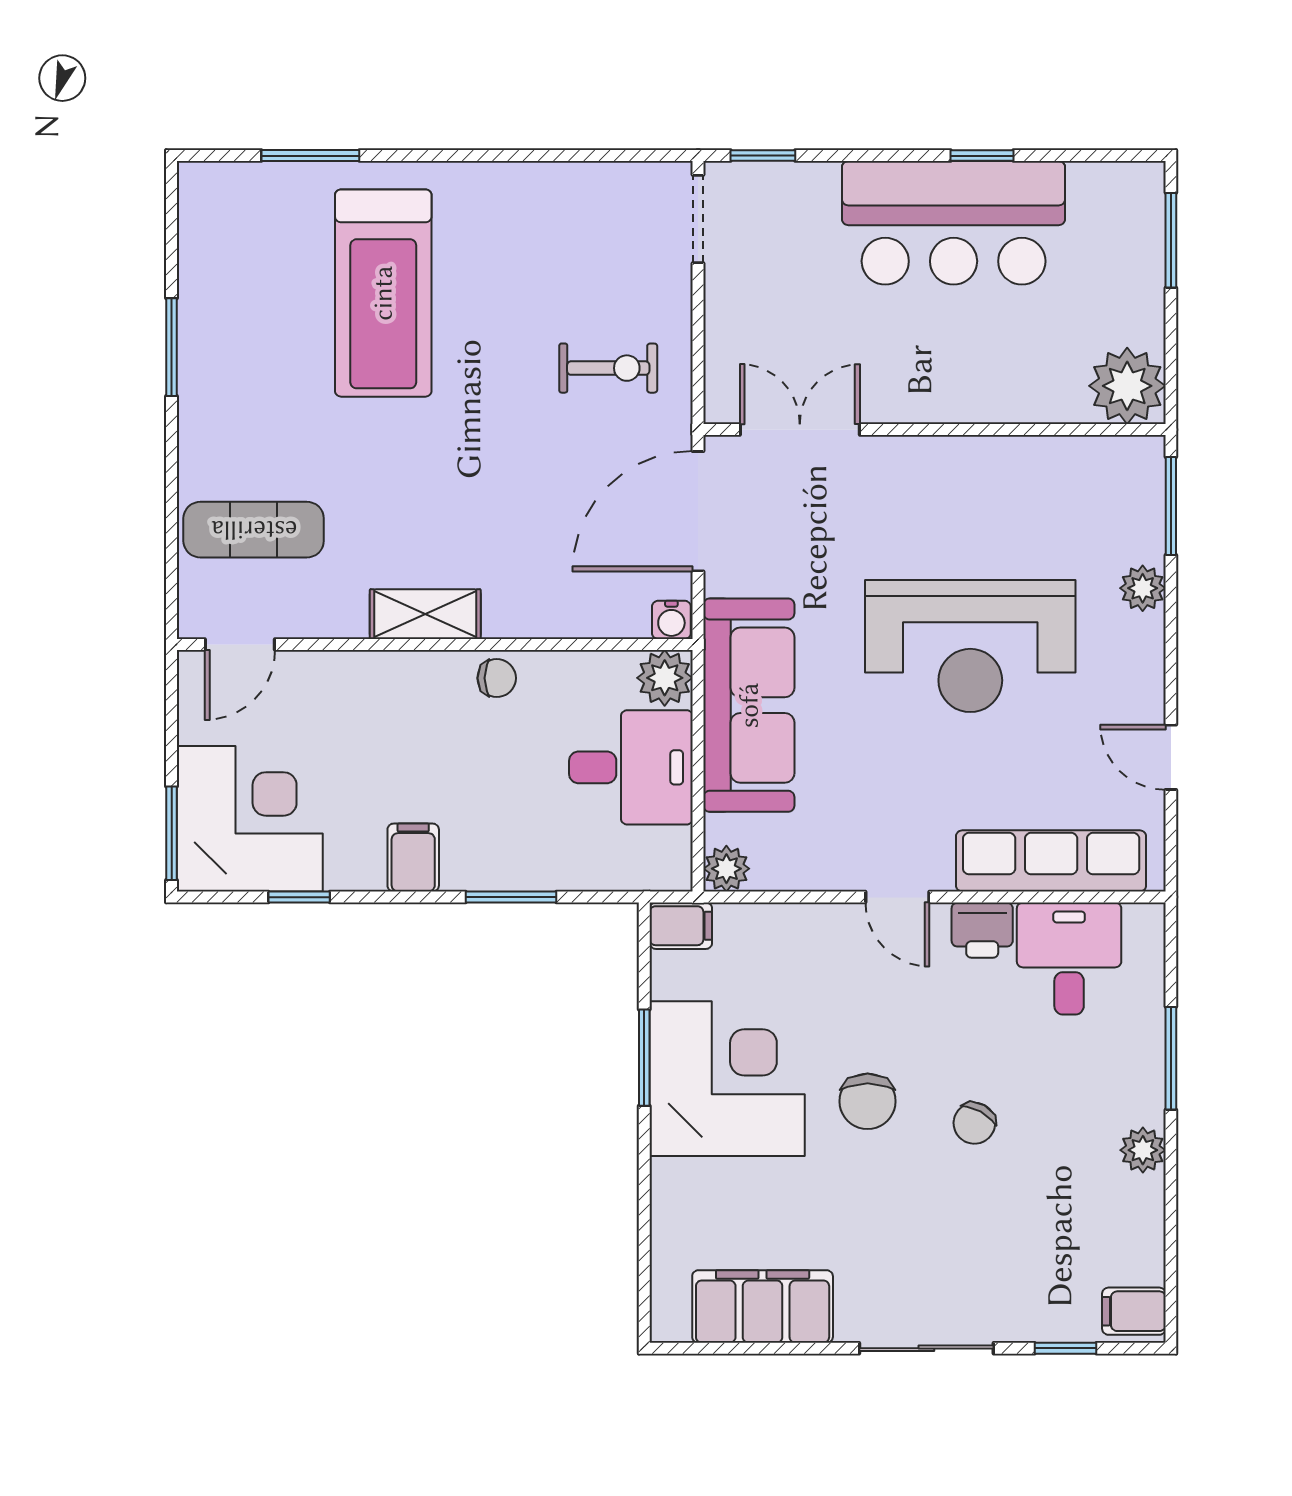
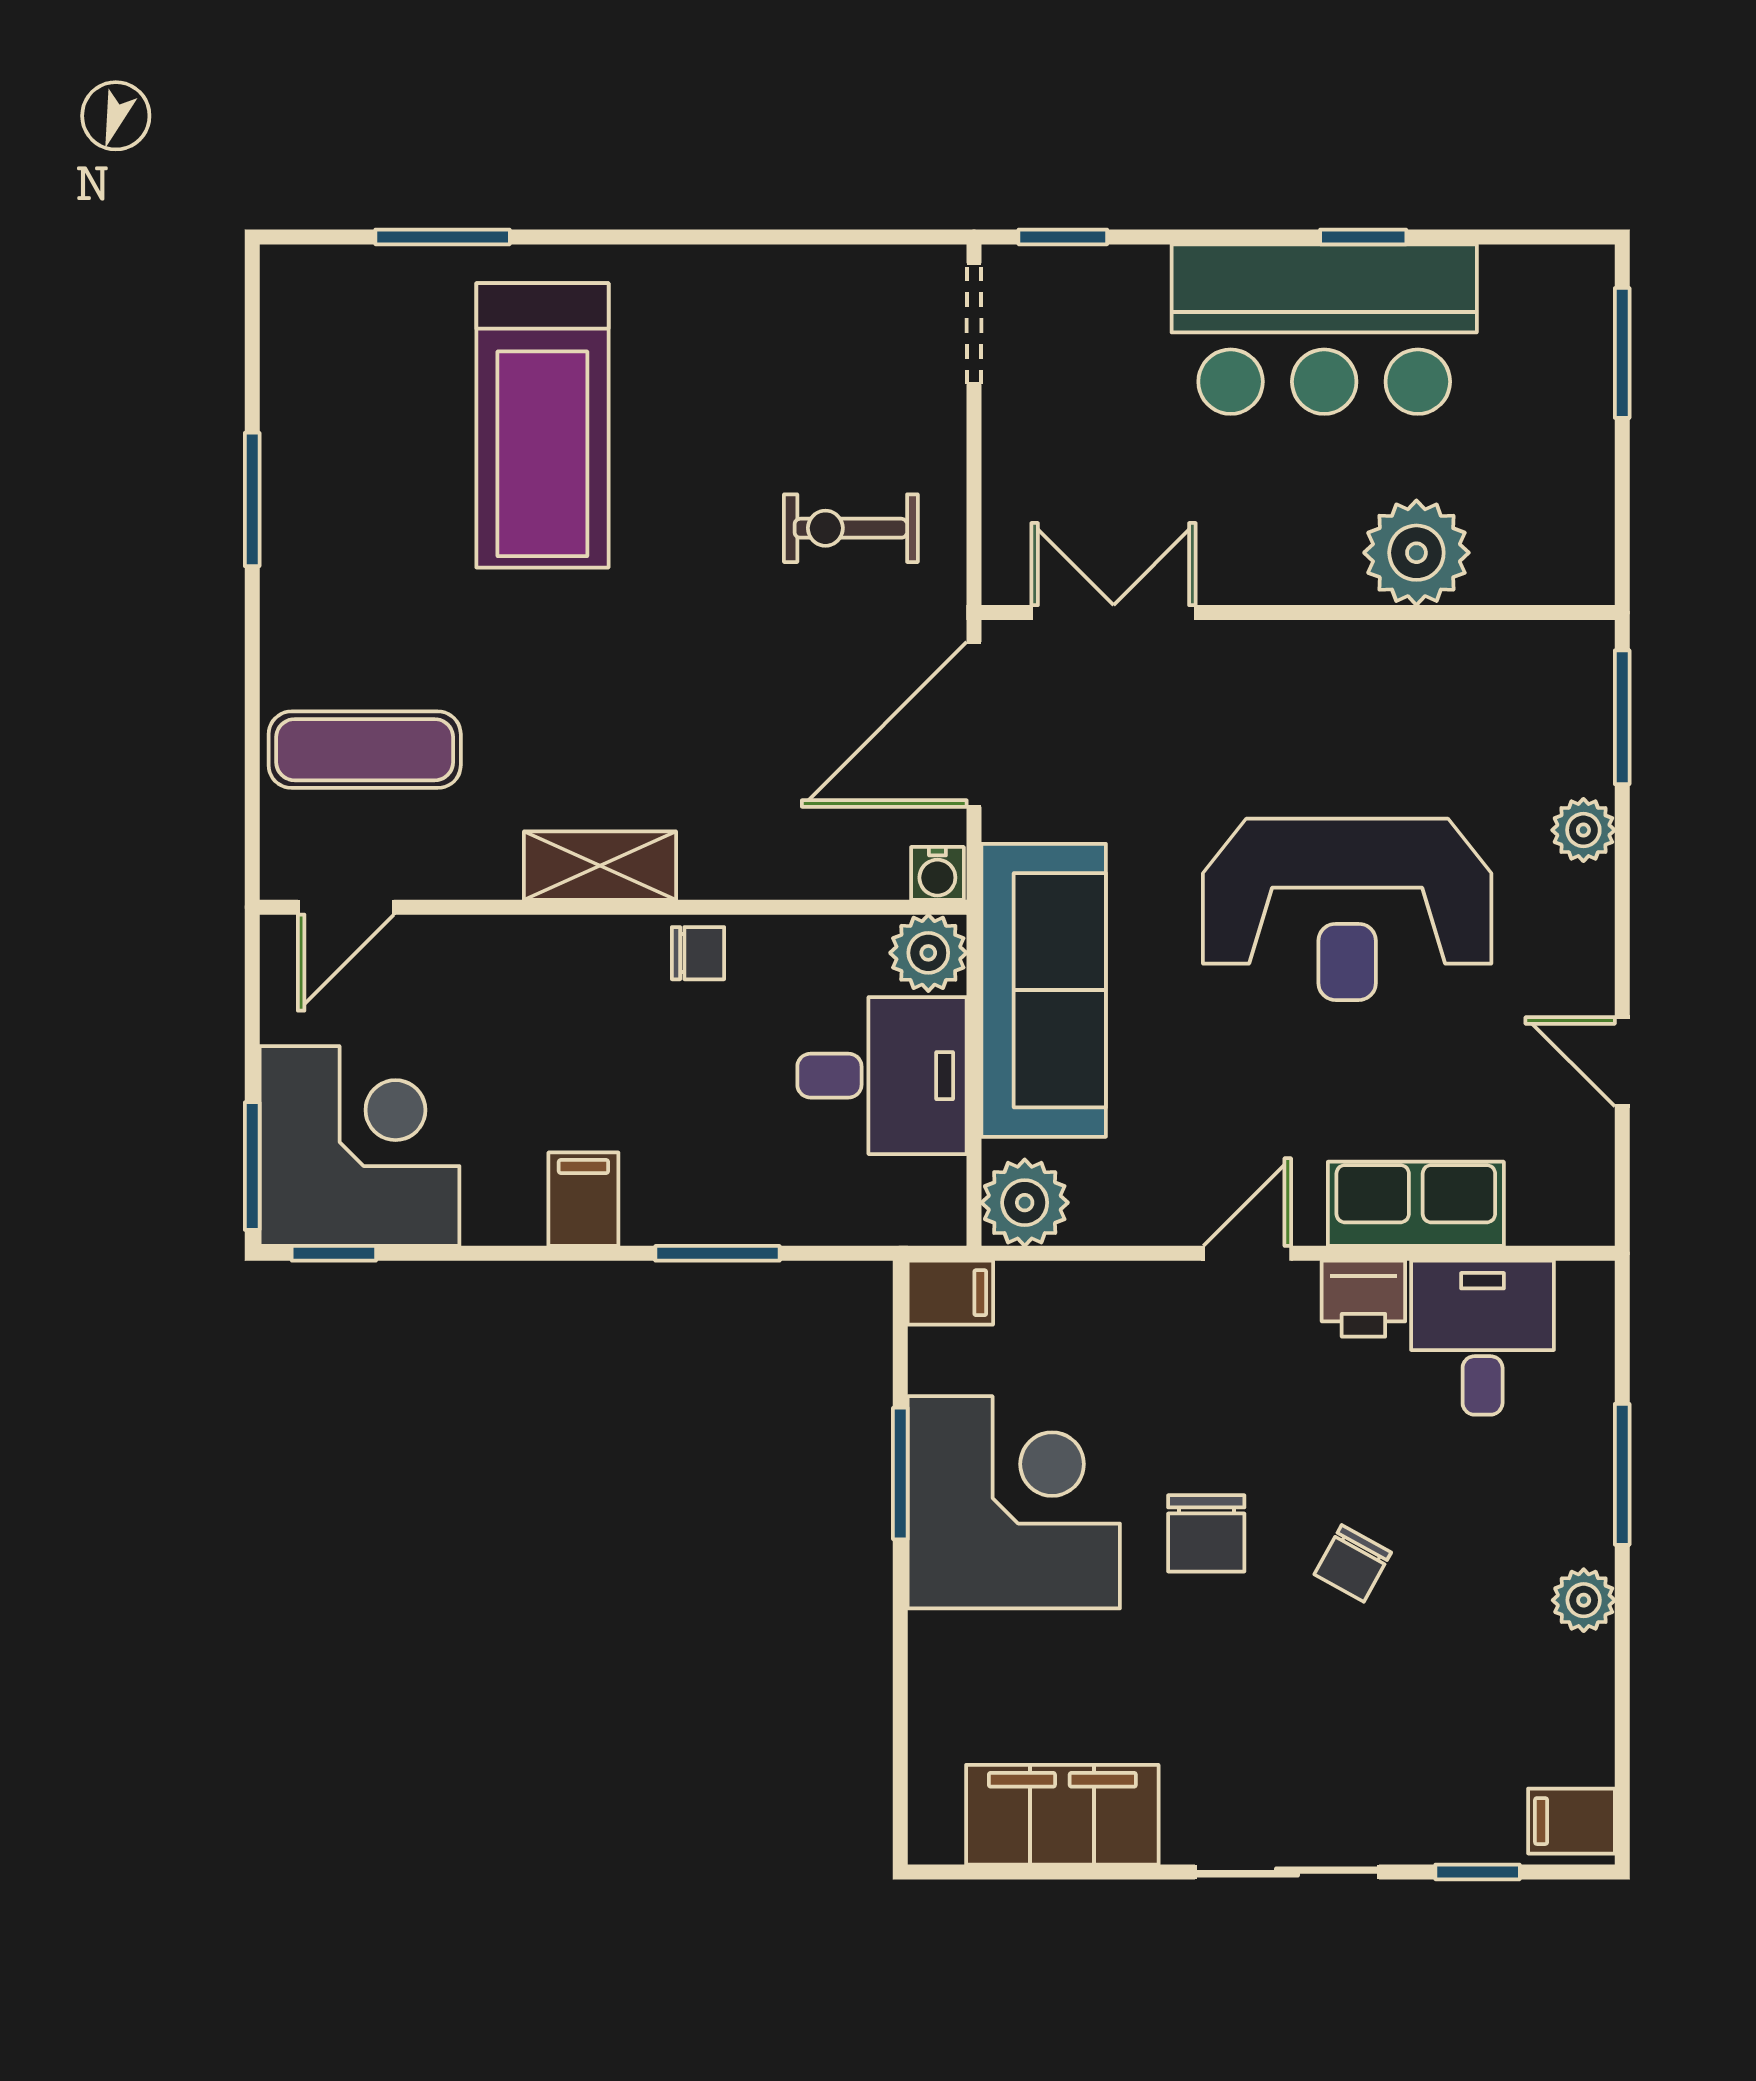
exercise bike: (608, 368) -> (851, 528), turned 180
plant: (1127, 386) -> (1416, 553), moved
row of seats: (1051, 861) -> (1416, 1204), width x0.68
plant: (726, 869) -> (1025, 1203), width x1.38, depth x1.38
window: (299, 897) -> (334, 1253), moved
door: (897, 897) -> (1247, 1253), swing flipped

